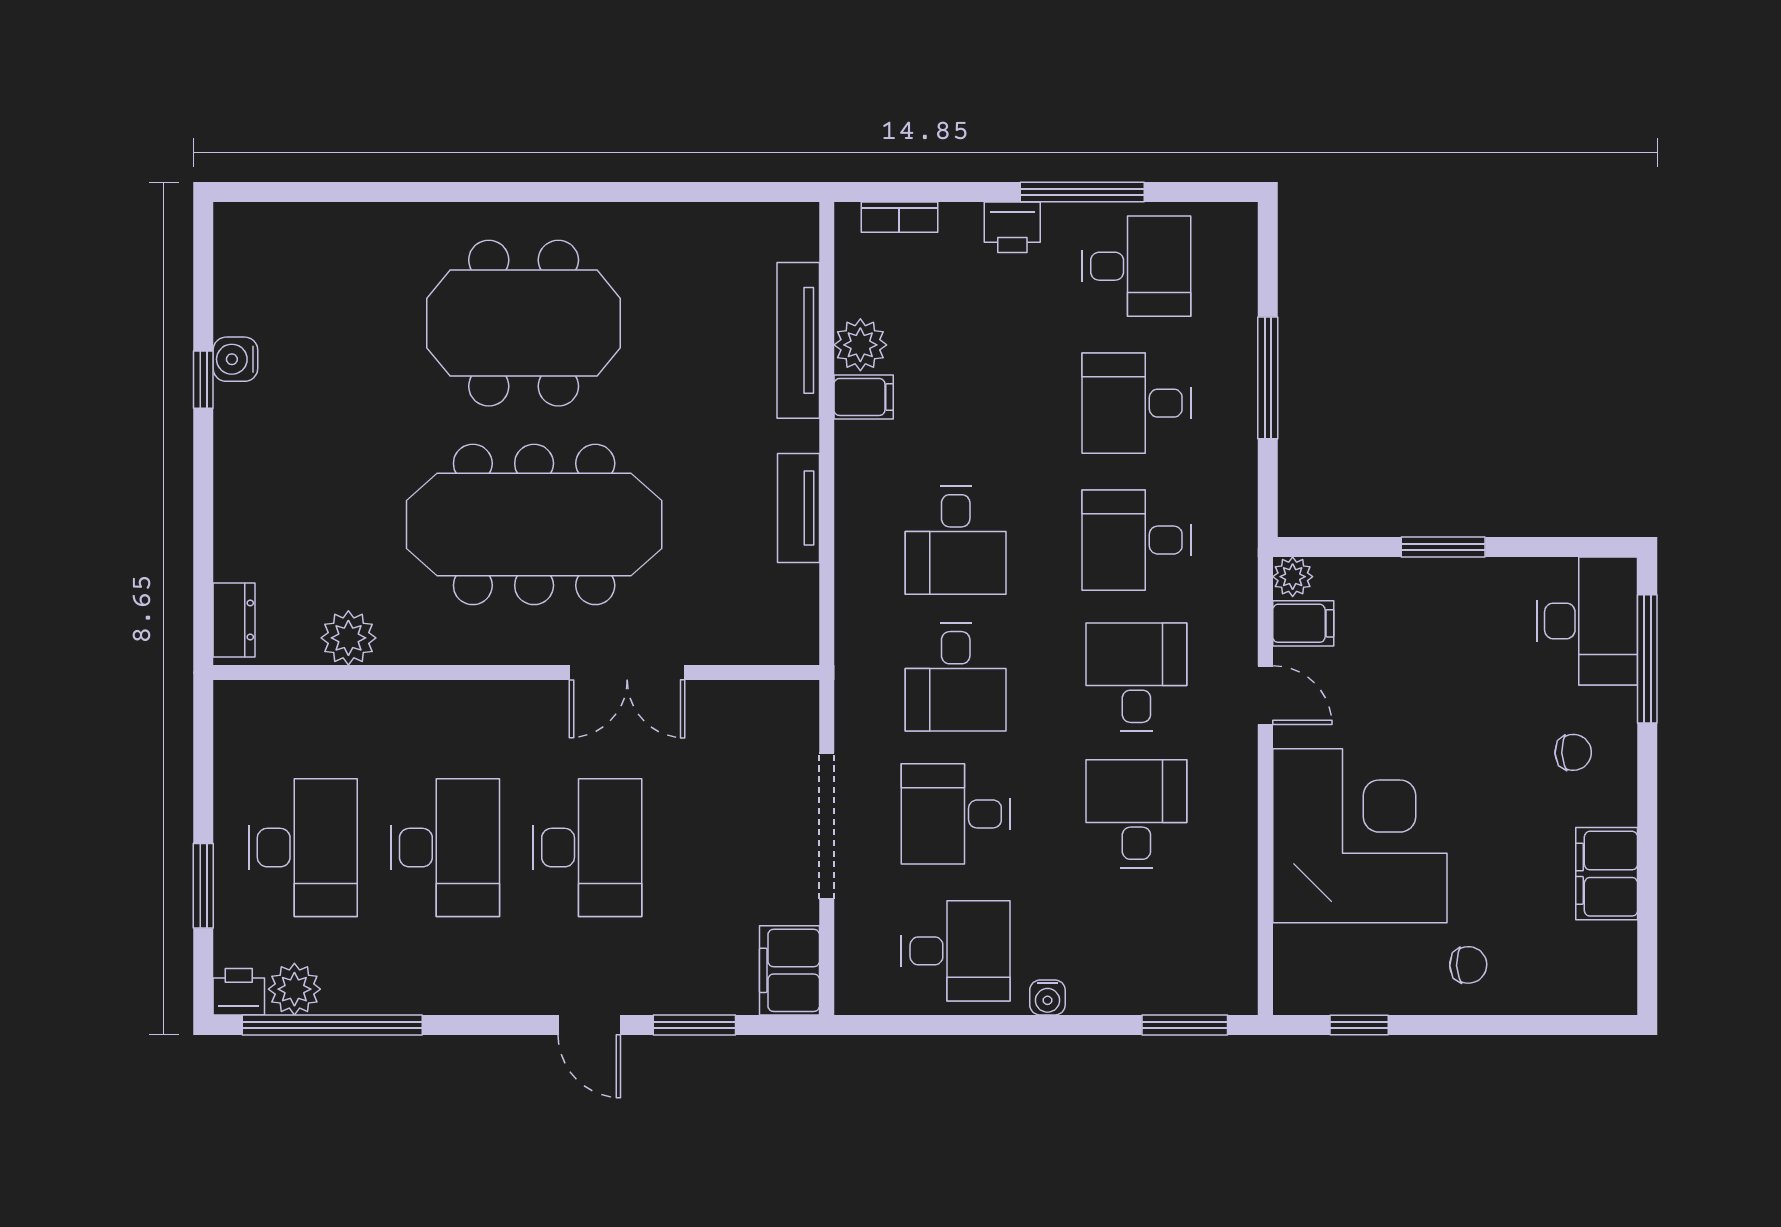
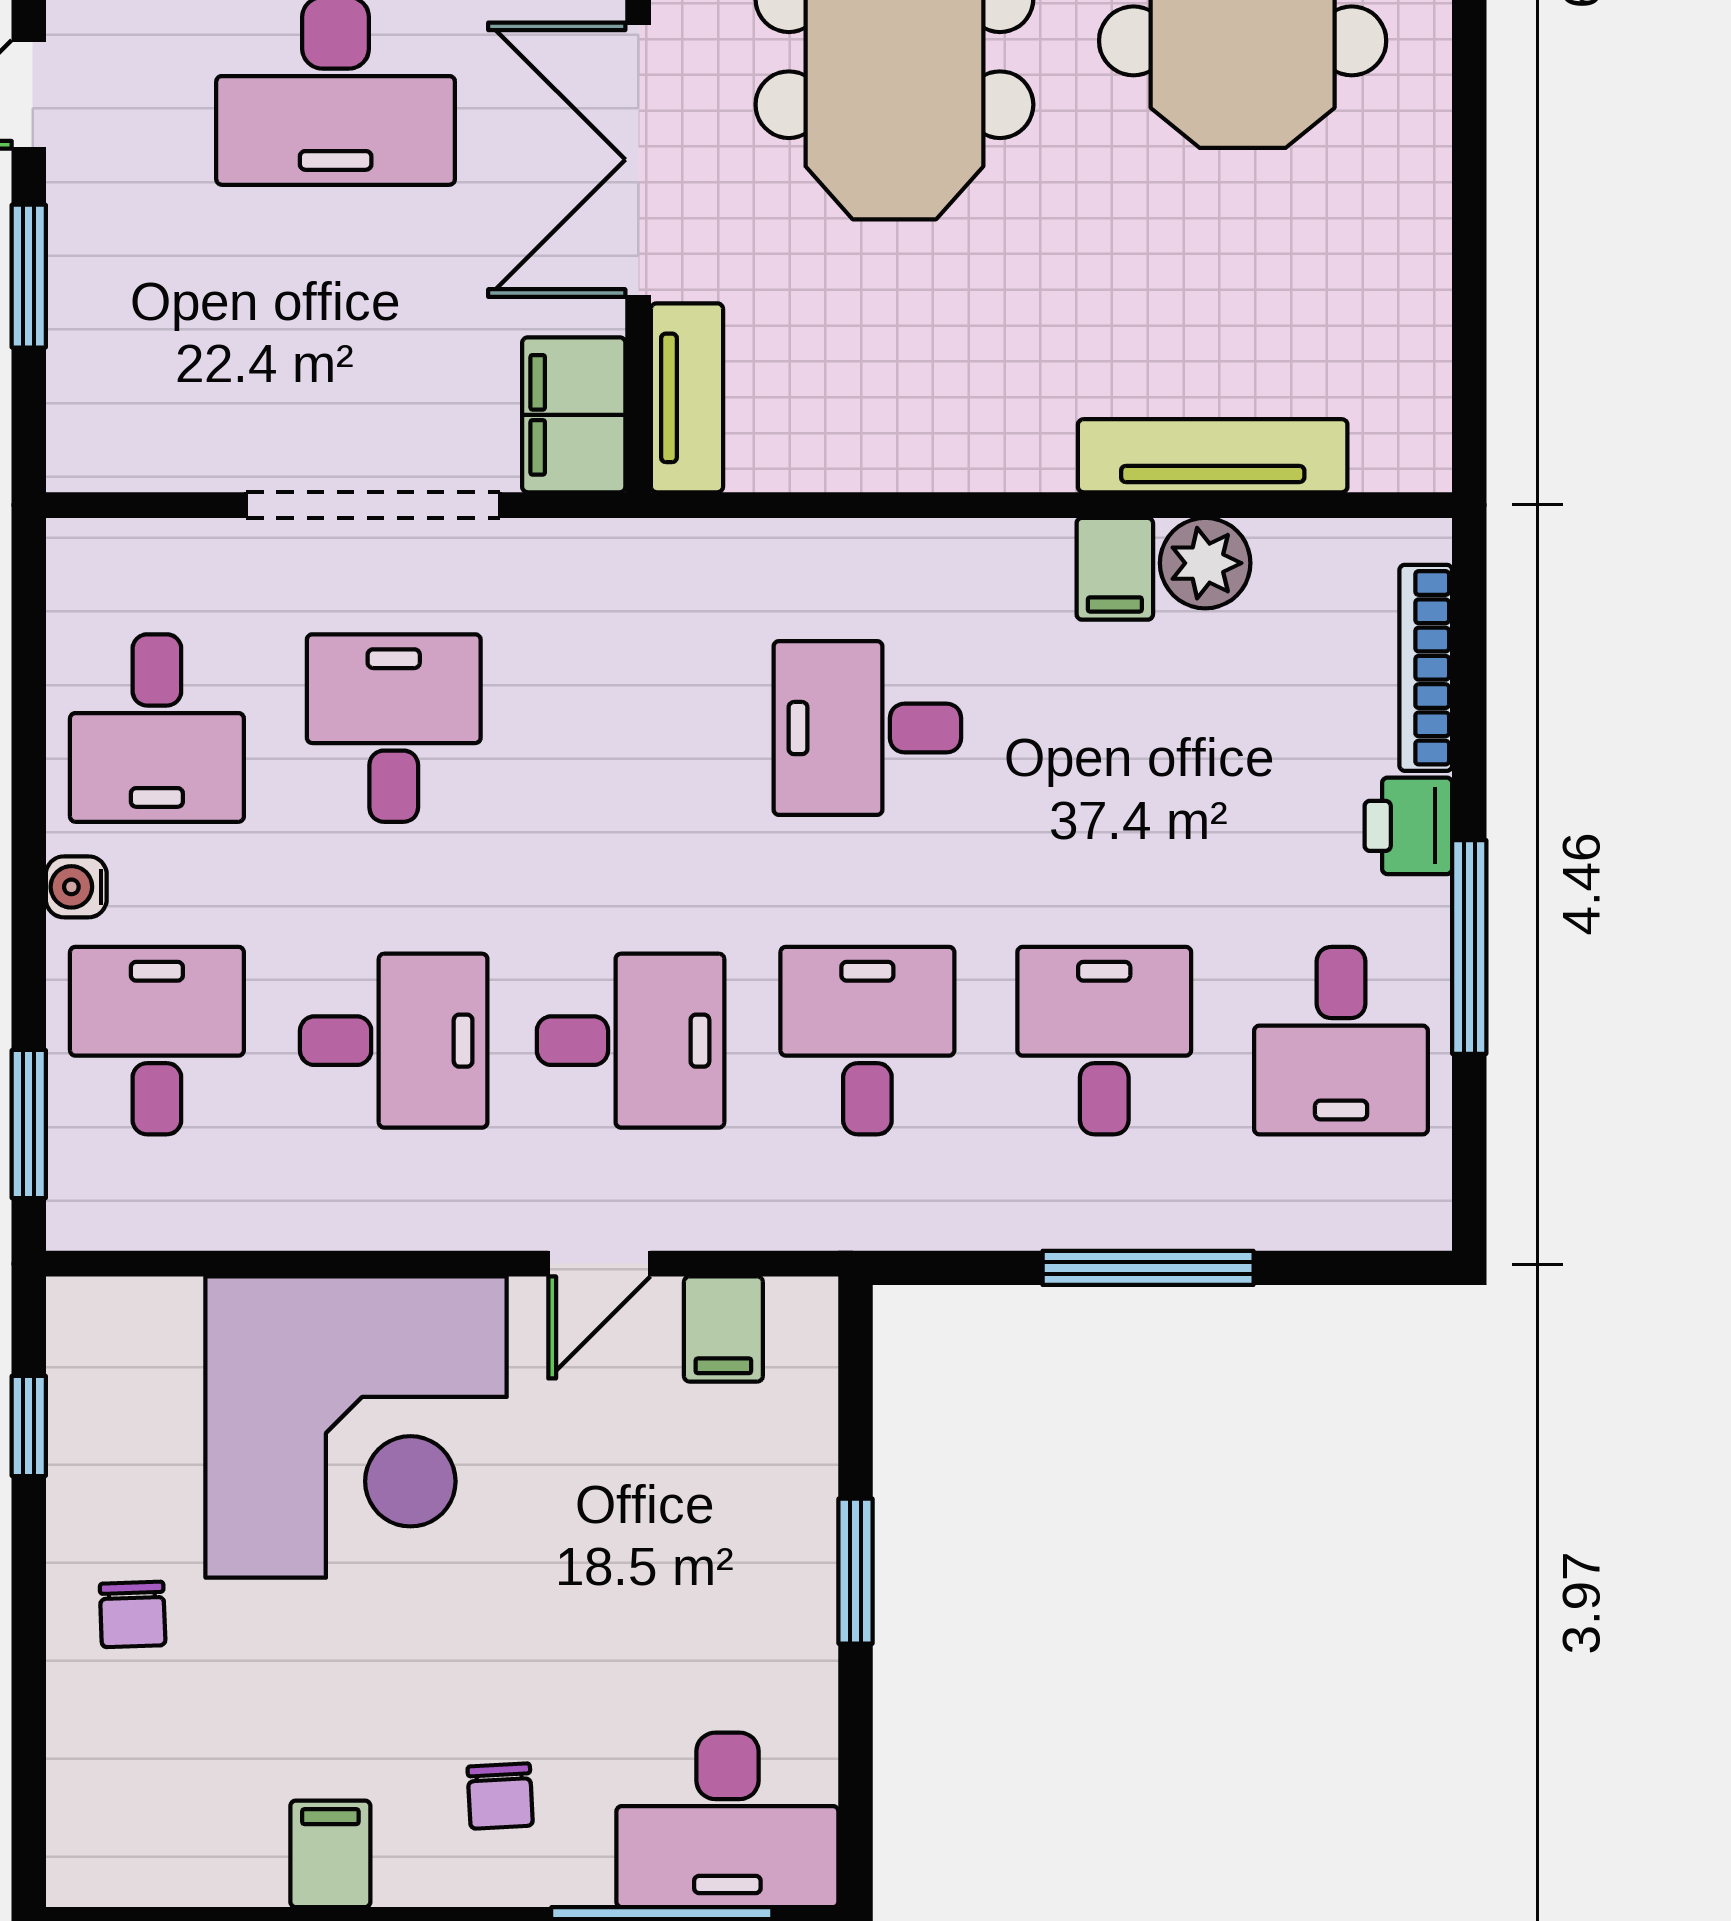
bookcase: (899, 217) -> (1426, 668), width x1.56
tv unit: (799, 508) -> (687, 398), moved, turned 90
plant: (1293, 577) -> (804, 1311), removed
double door: (627, 673) -> (638, 160), width x1.37
desk: (956, 677) -> (157, 1041), moved, turned 90
filing cabinet: (1607, 874) -> (330, 1854), width x0.50
filing cabinet: (790, 970) -> (574, 415), moved, turned -90

